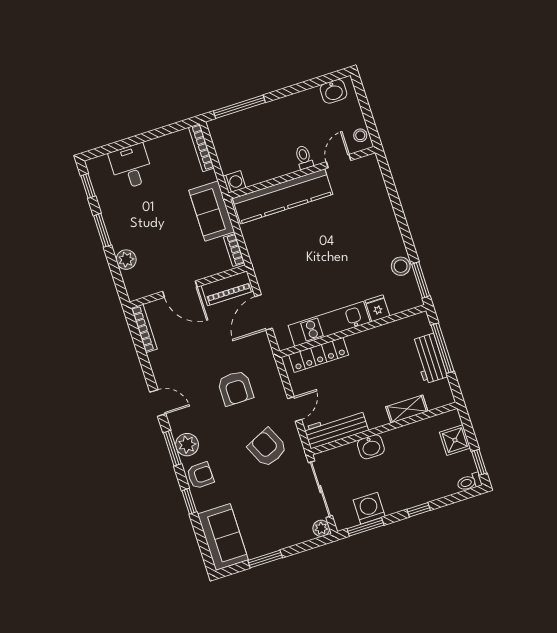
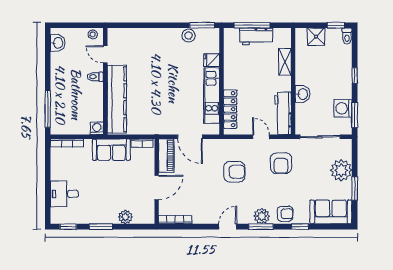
armchair: (267, 448) -> (281, 163), turned -65
armchair: (200, 475) -> (285, 214), turned 92
plant: (321, 528) -> (341, 170), moved, width x1.88, depth x1.88

